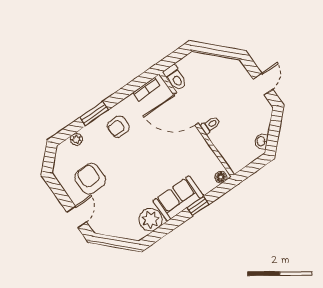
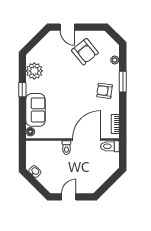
door: (263, 84) -> (69, 197), swing flipped
armchair: (118, 127) -> (105, 91), turned -83
armchair: (90, 179) -> (85, 52), turned 51
sofa: (178, 198) -> (35, 110), moved
window: (198, 206) -> (22, 90), moved

